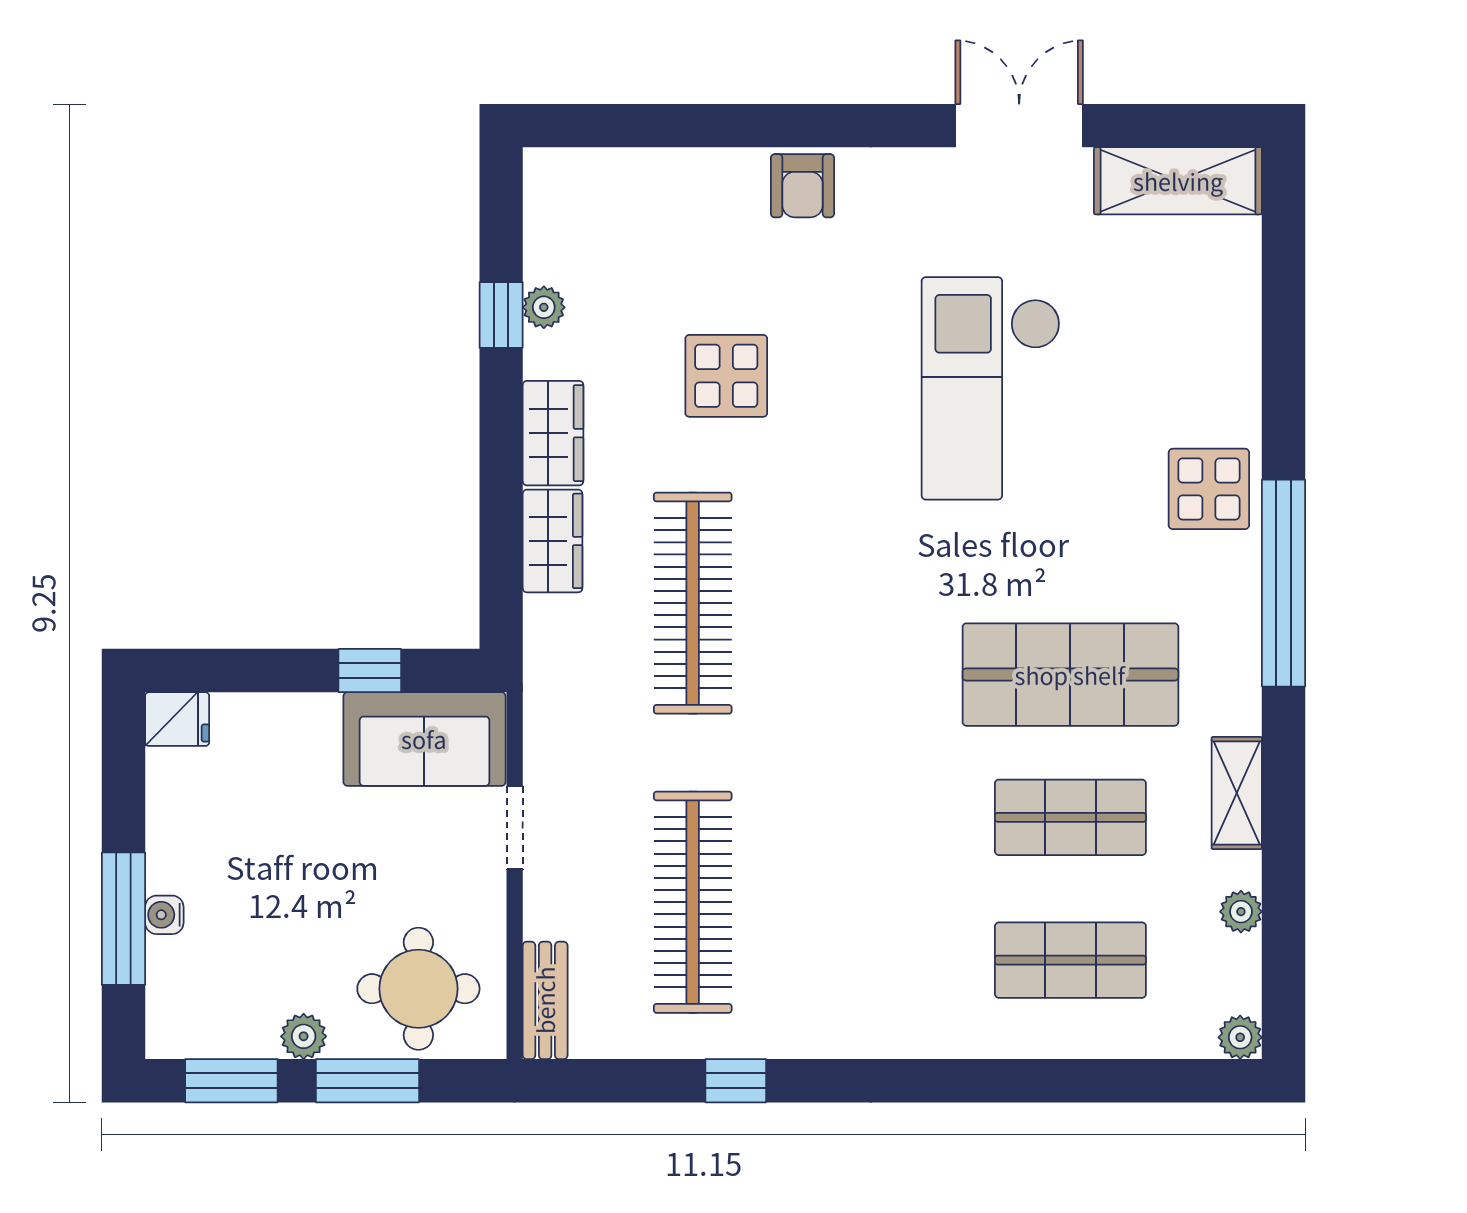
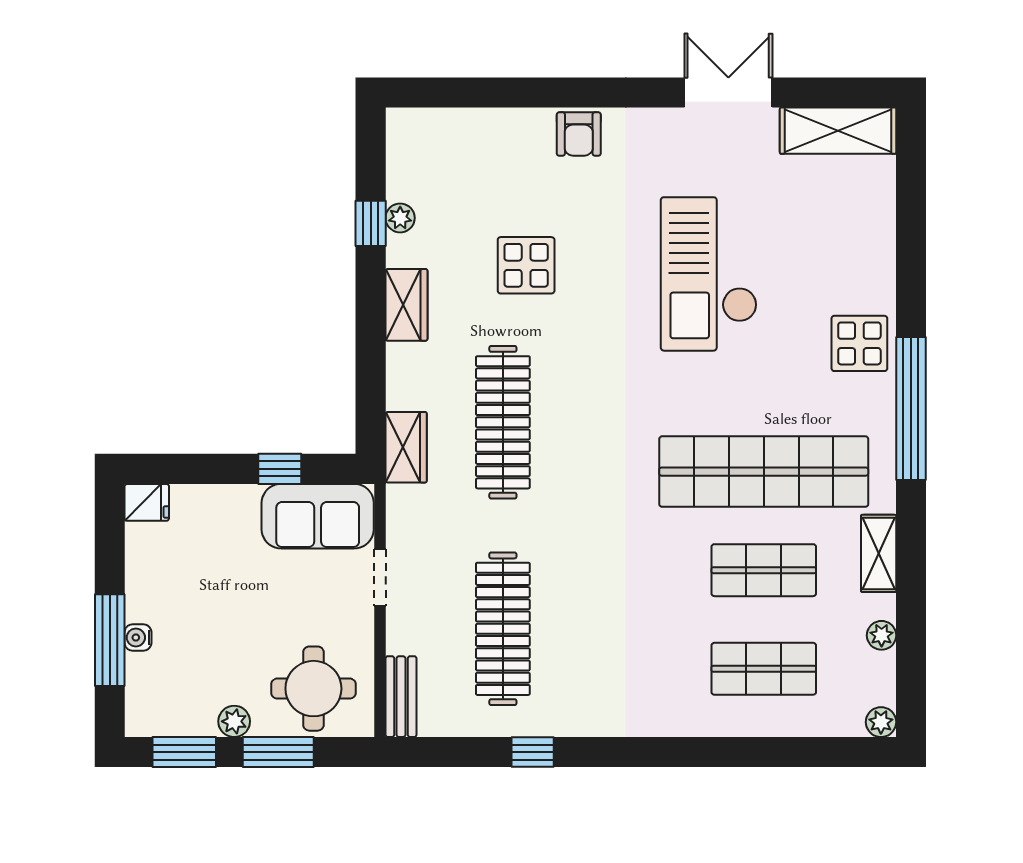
wardrobe: (553, 541) -> (406, 447), moved
shop shelf: (1070, 675) -> (764, 472), width x1.40

